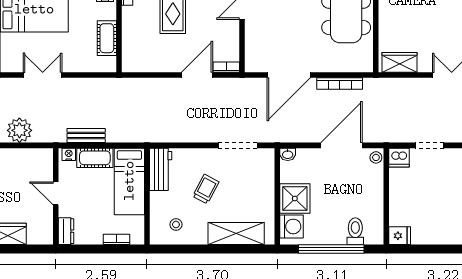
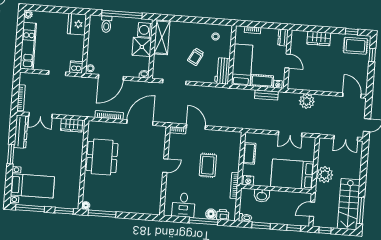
door: (197, 75) -> (196, 127), swing flipped
shelving: (236, 233) -> (162, 37), moved, turned 90
fridge: (400, 236) -> (77, 24), width x1.88, depth x1.34

